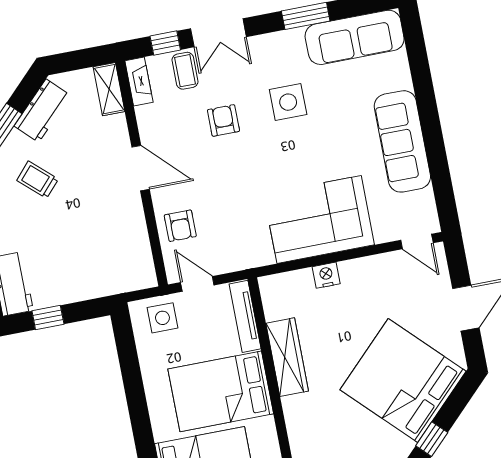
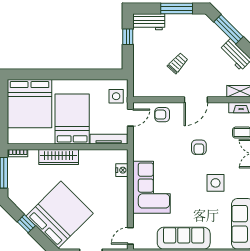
armchair: (223, 120) -> (199, 147), moved, turned 90
trolley: (38, 180) -> (178, 63), moved
nightstand: (326, 275) -> (122, 170), moved
wardrobe: (287, 357) -> (59, 157), moved

